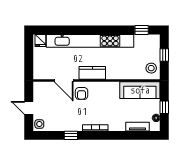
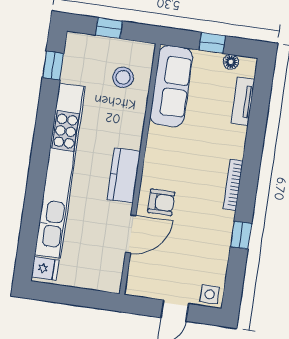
stool: (151, 68) -> (123, 77), moved

